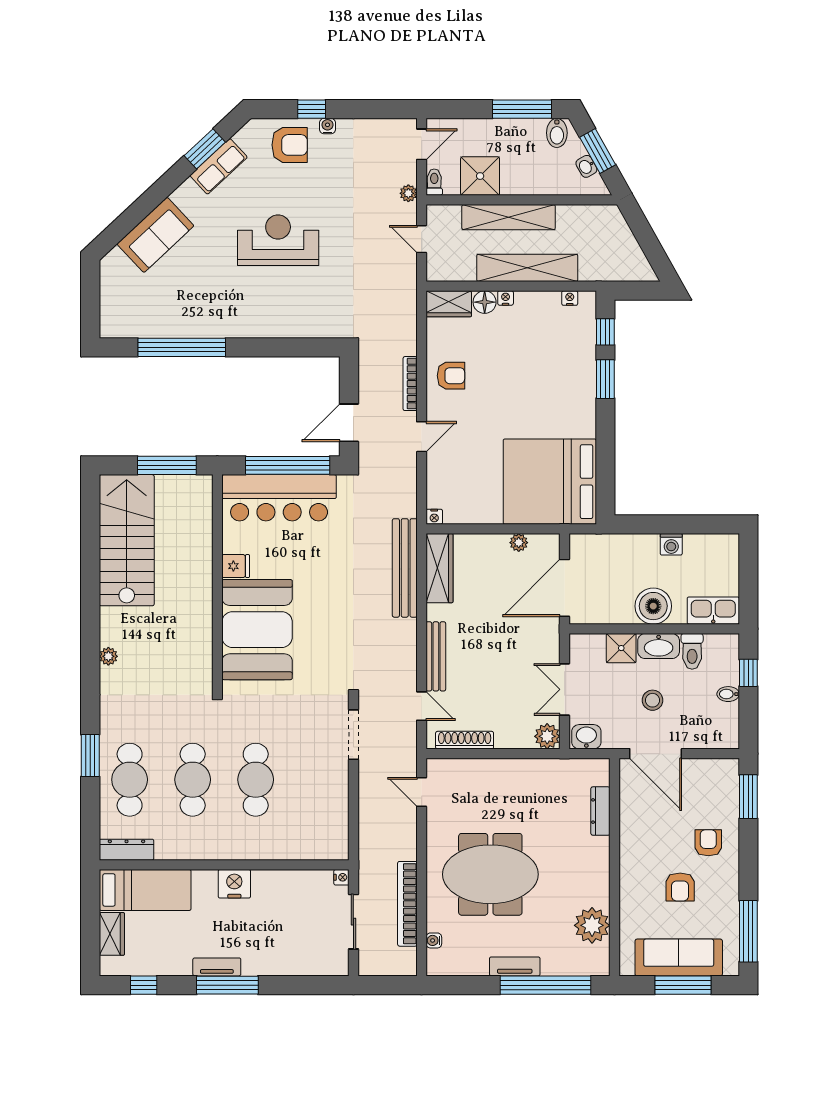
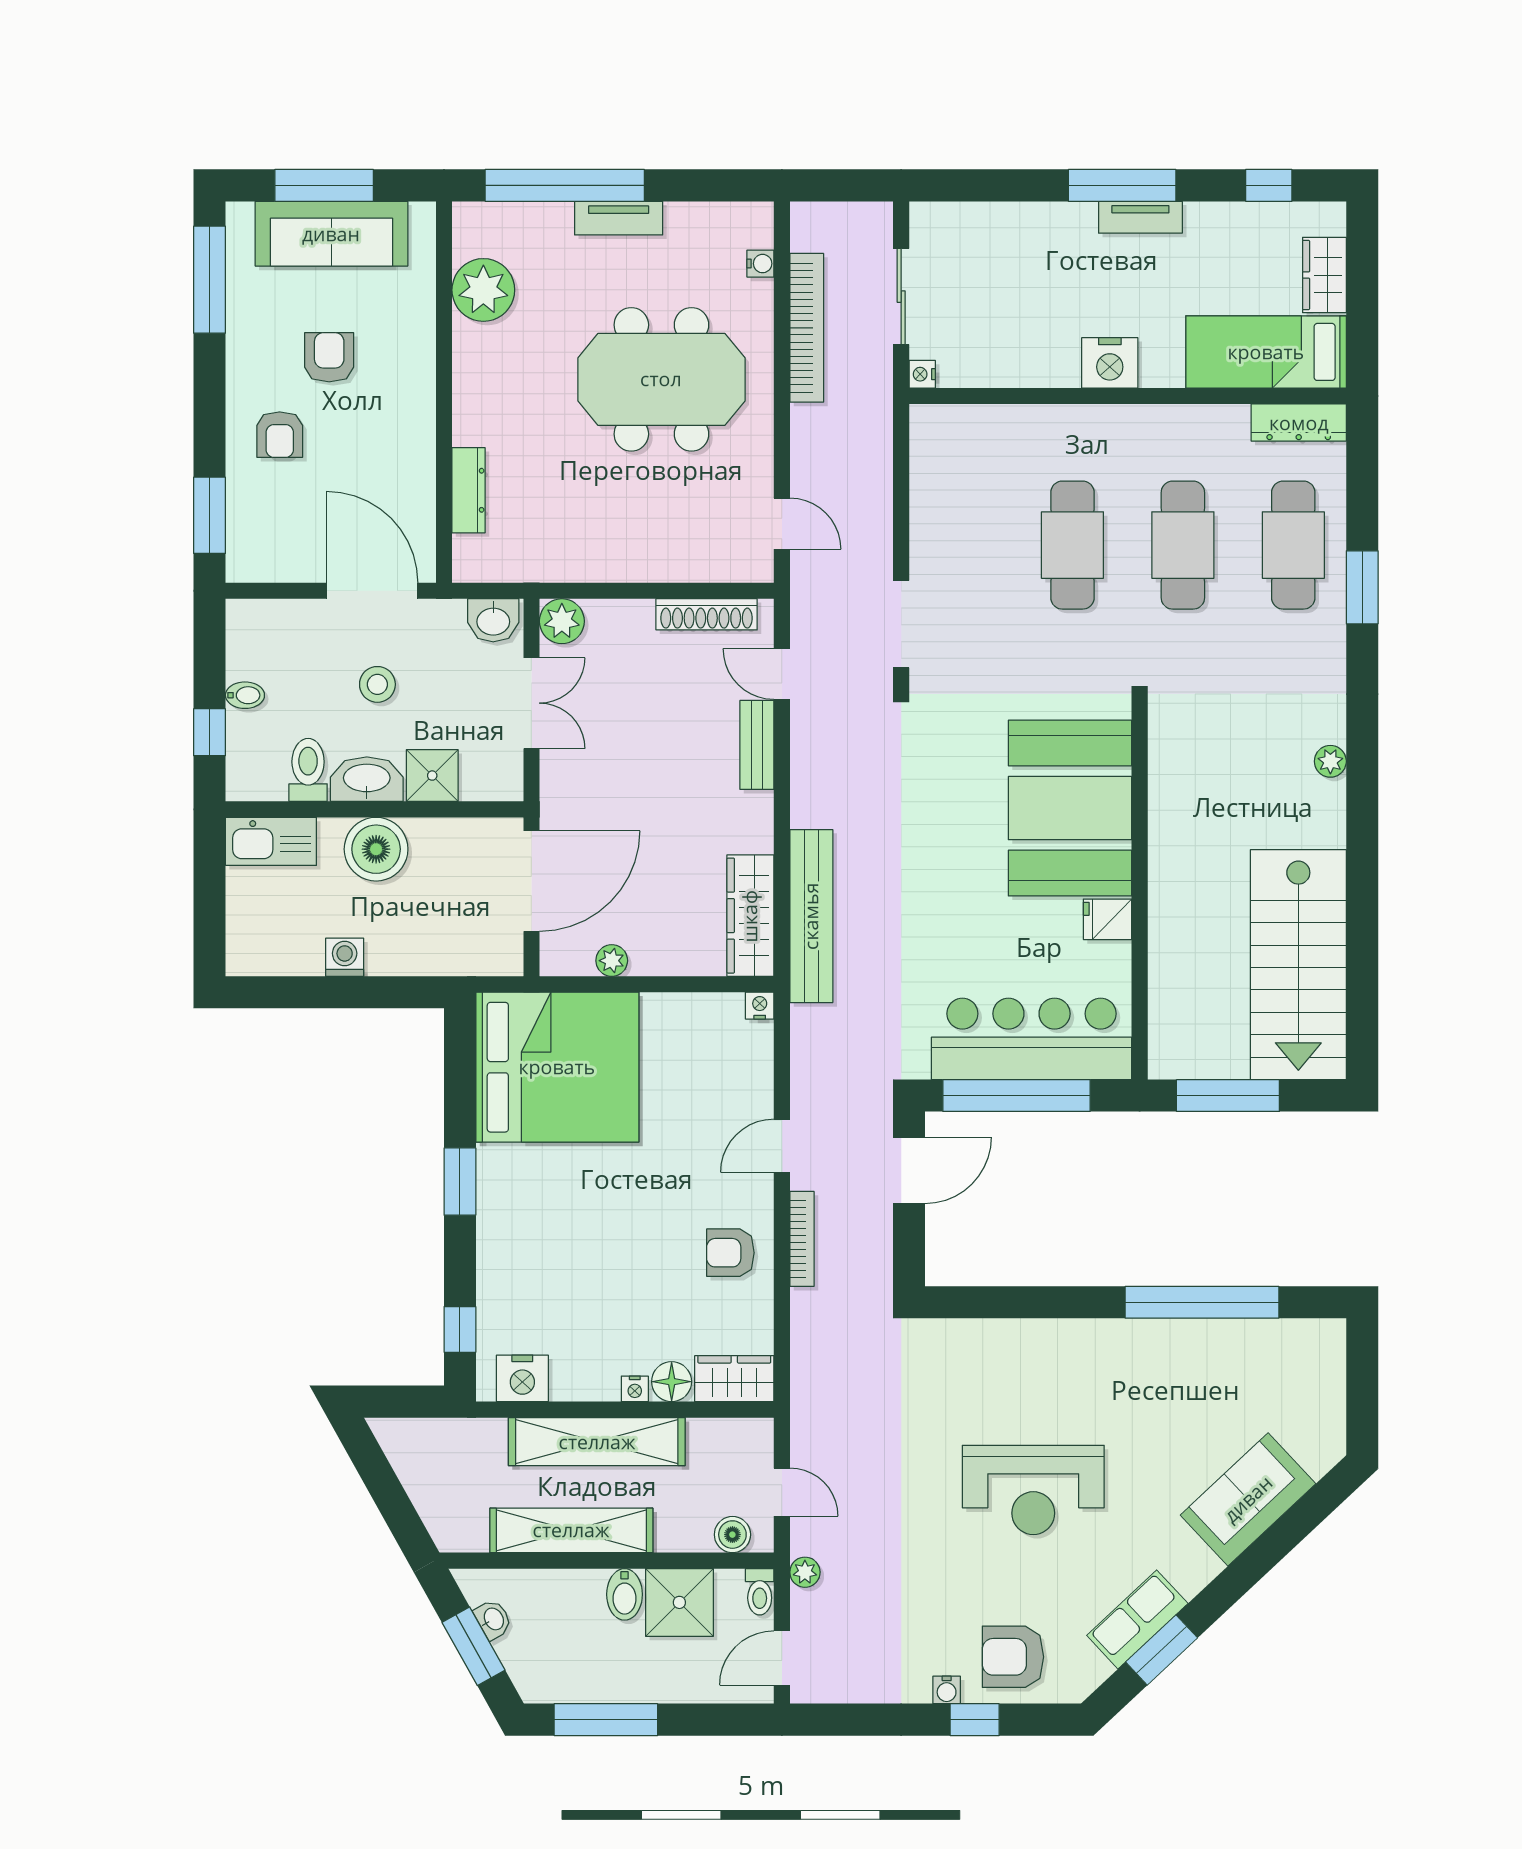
bidet: (557, 133) -> (625, 1594), moved, turned 180
boiler: (450, 215) -> (732, 1535), added
shelving: (509, 217) -> (571, 1530), moved
nightstand: (570, 298) -> (522, 1378), width x1.89, depth x1.79
window: (605, 379) -> (460, 1182), moved
bench: (436, 656) -> (757, 745), width x0.73

